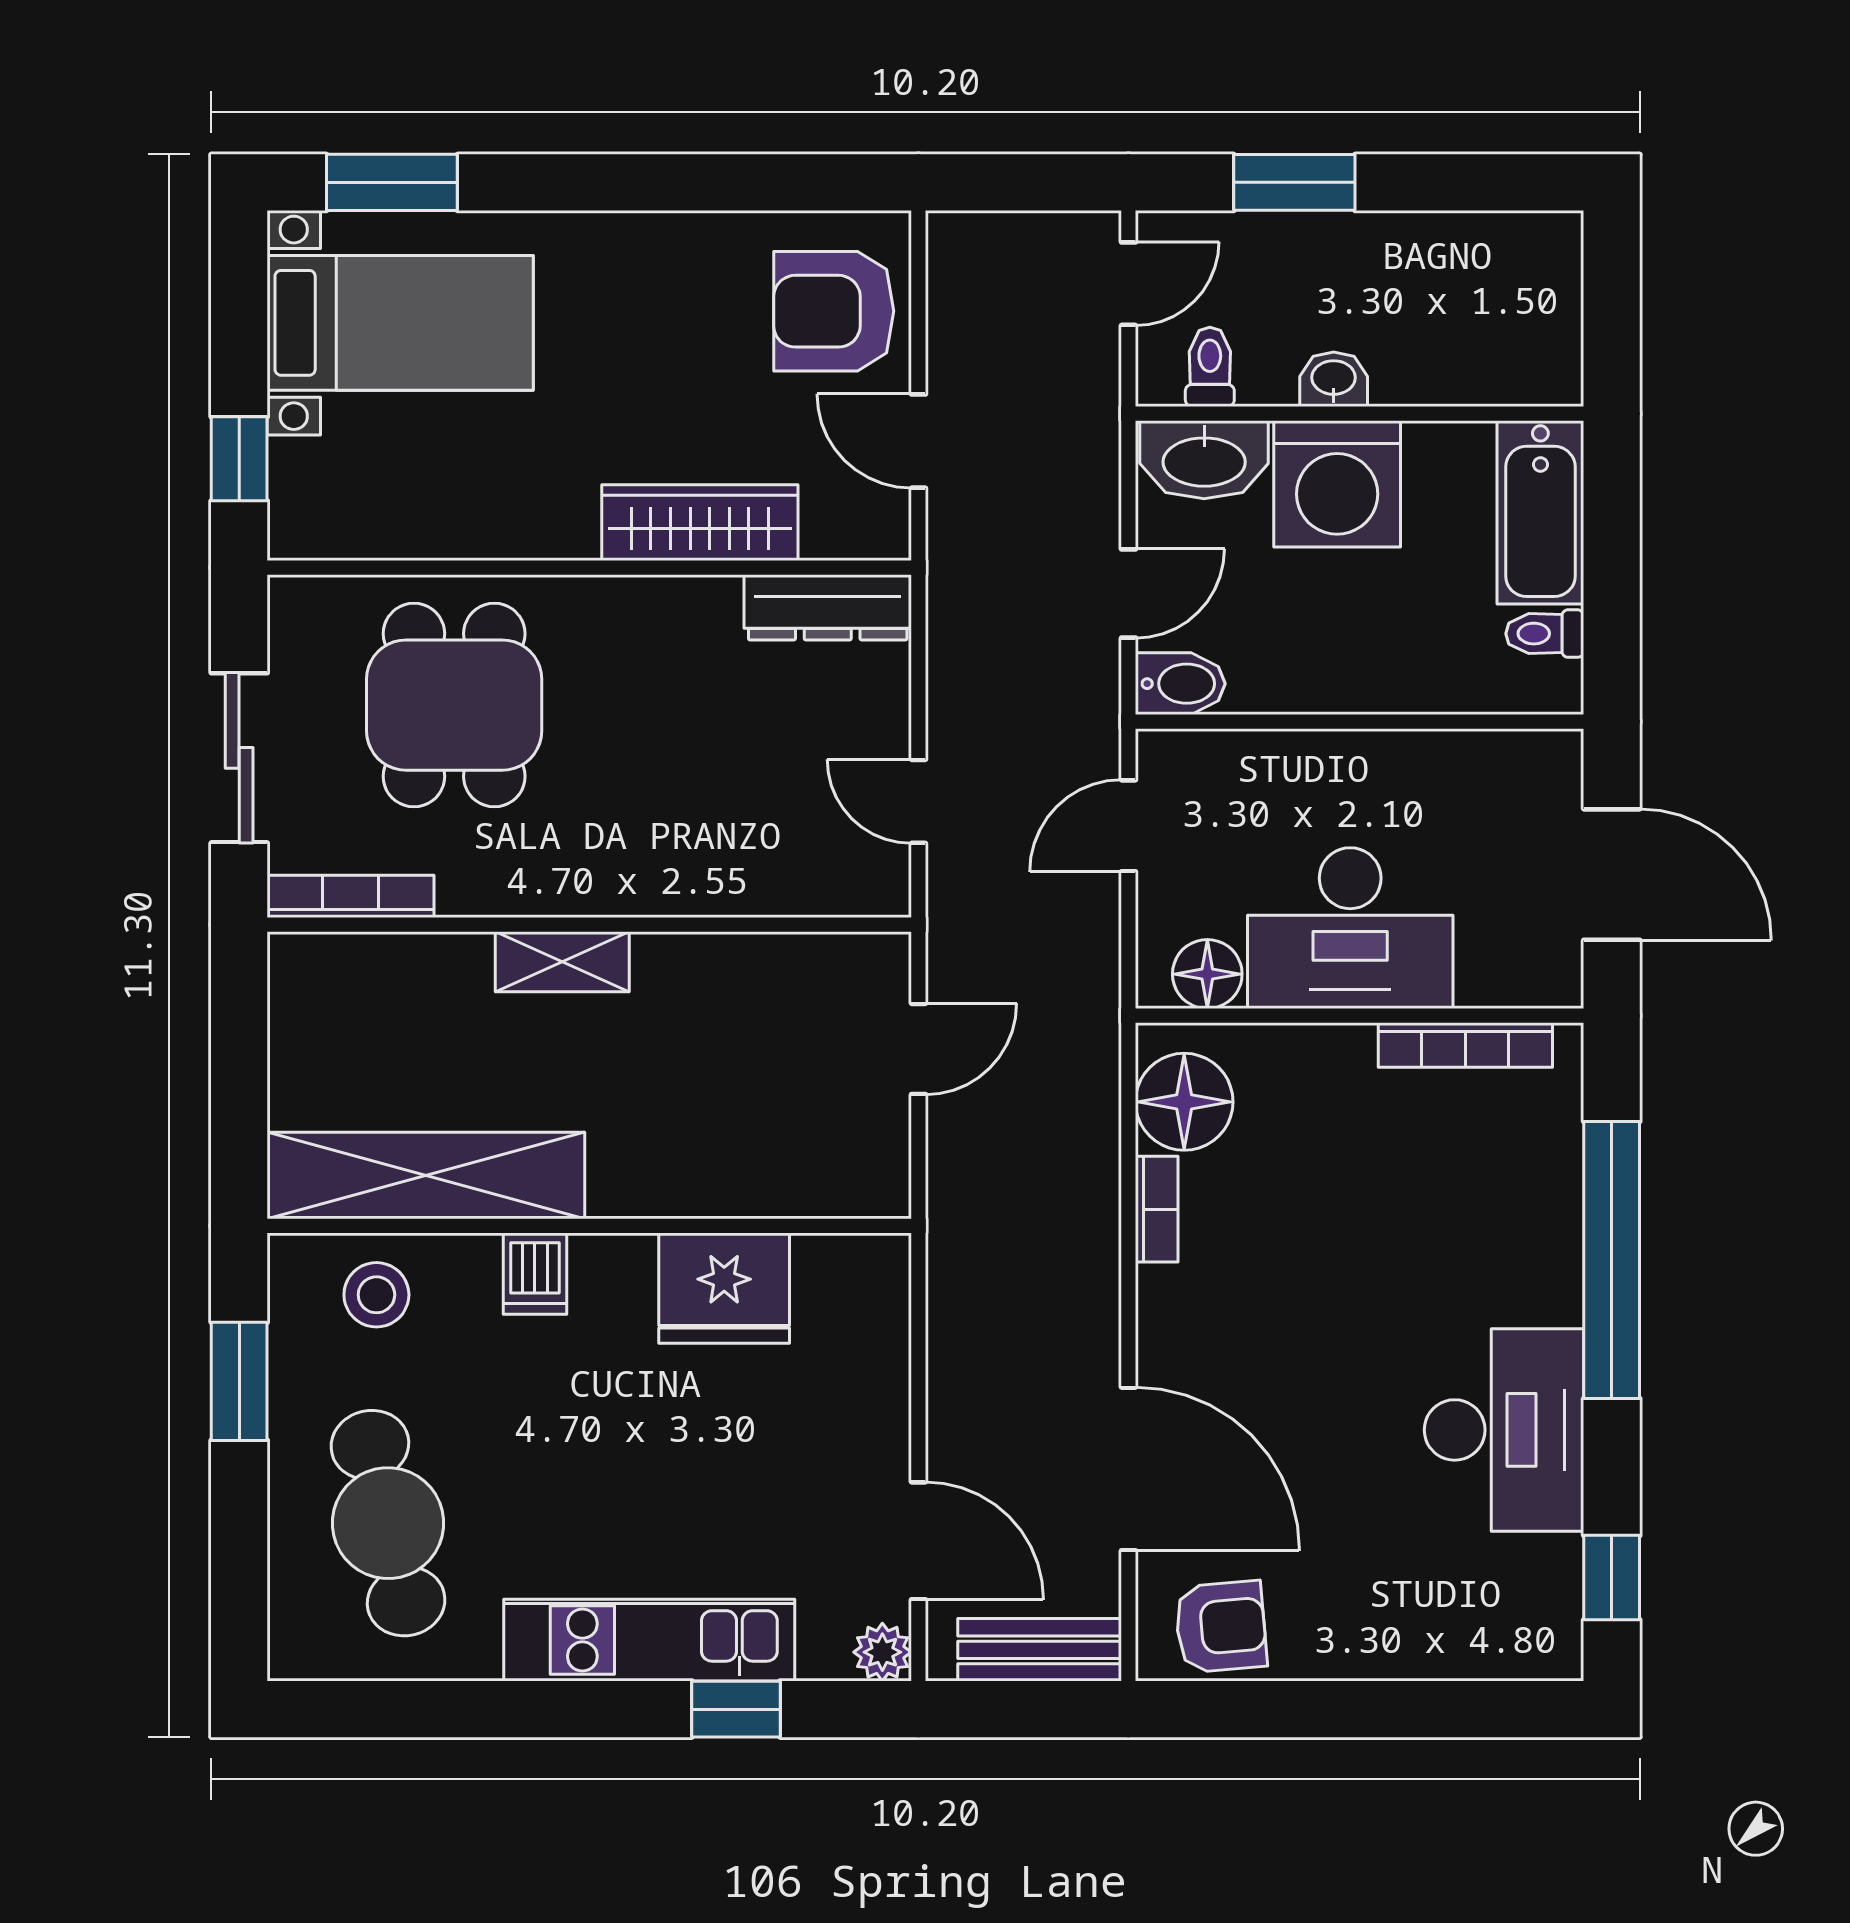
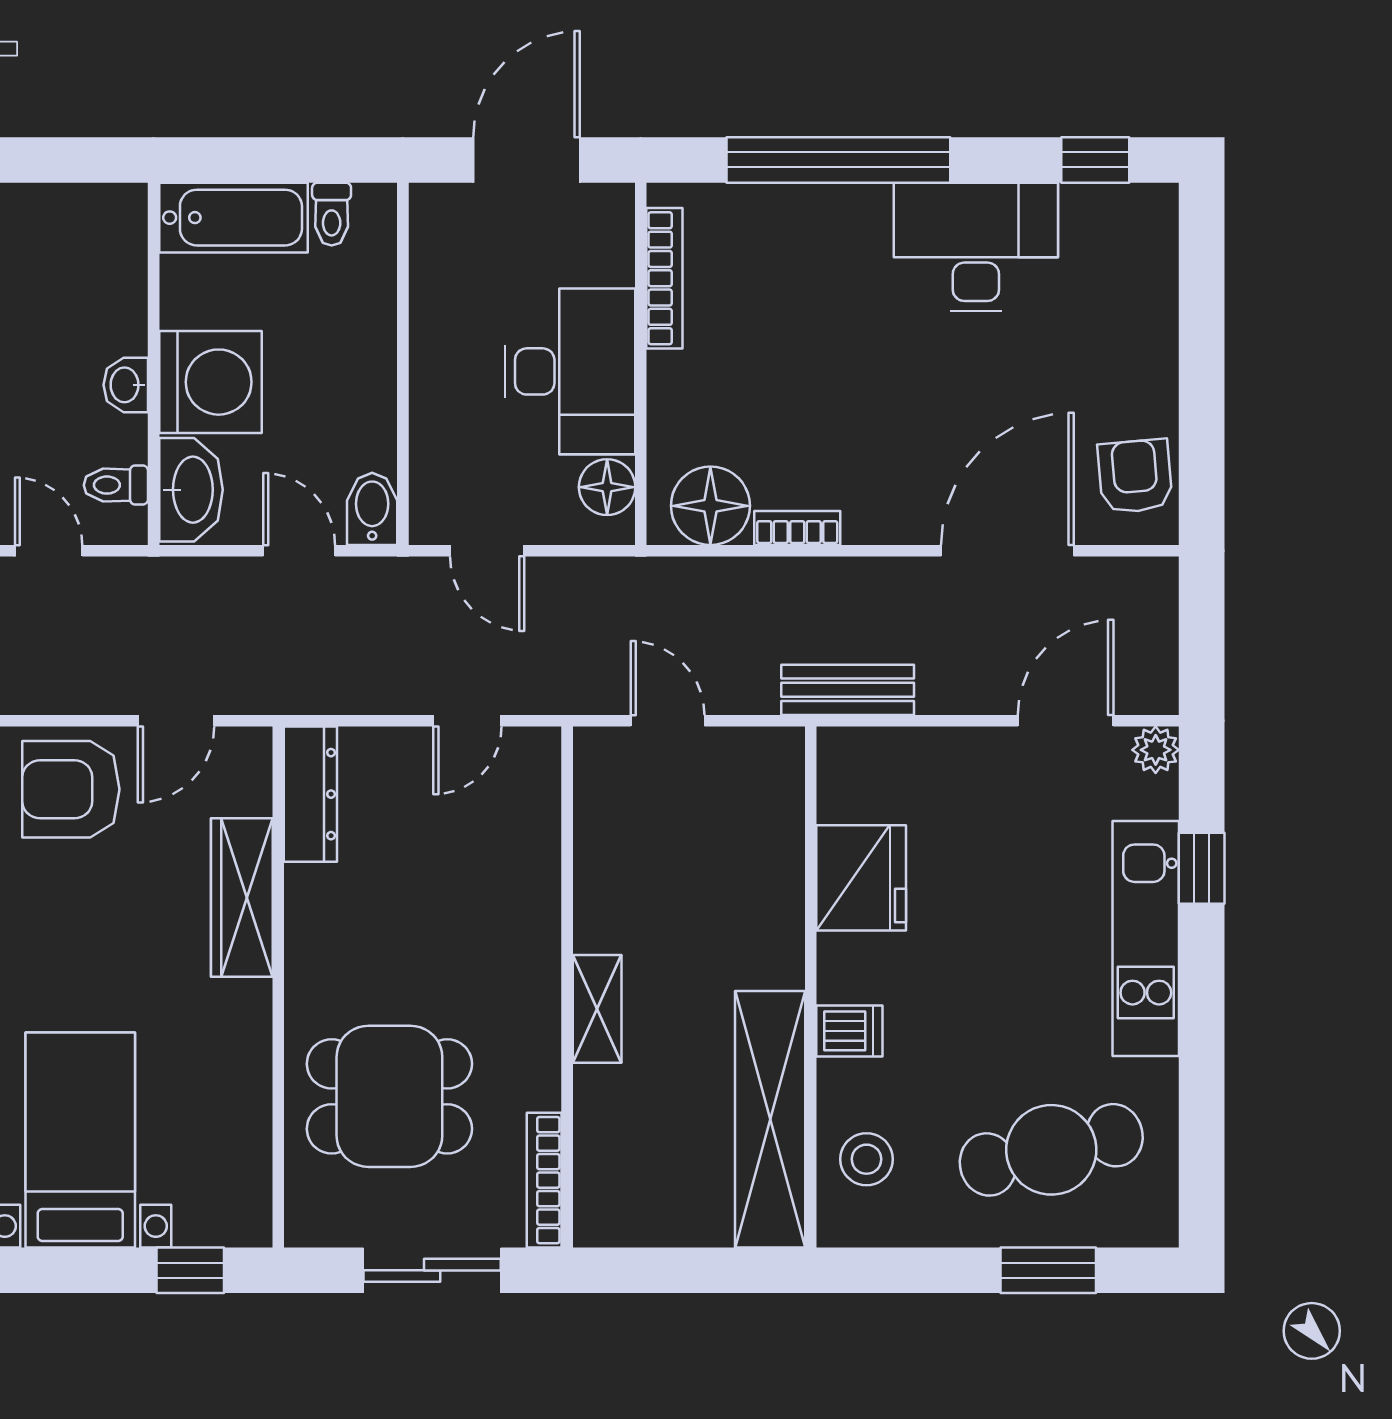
armchair: (834, 311) -> (71, 789), turned 90
window: (239, 1381) -> (1048, 1270), moved
bench: (1040, 1650) -> (848, 690), moved, turned 90

